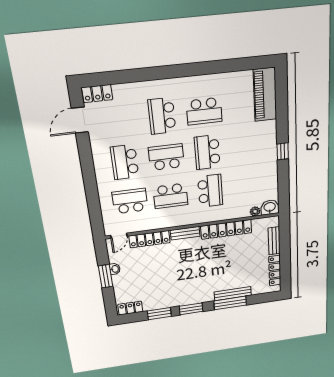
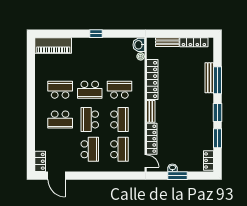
school desk: (204, 111) -> (60, 90), turned -90
school desk: (125, 162) -> (90, 149), turned -90
school desk: (130, 201) -> (119, 149), turned 180

